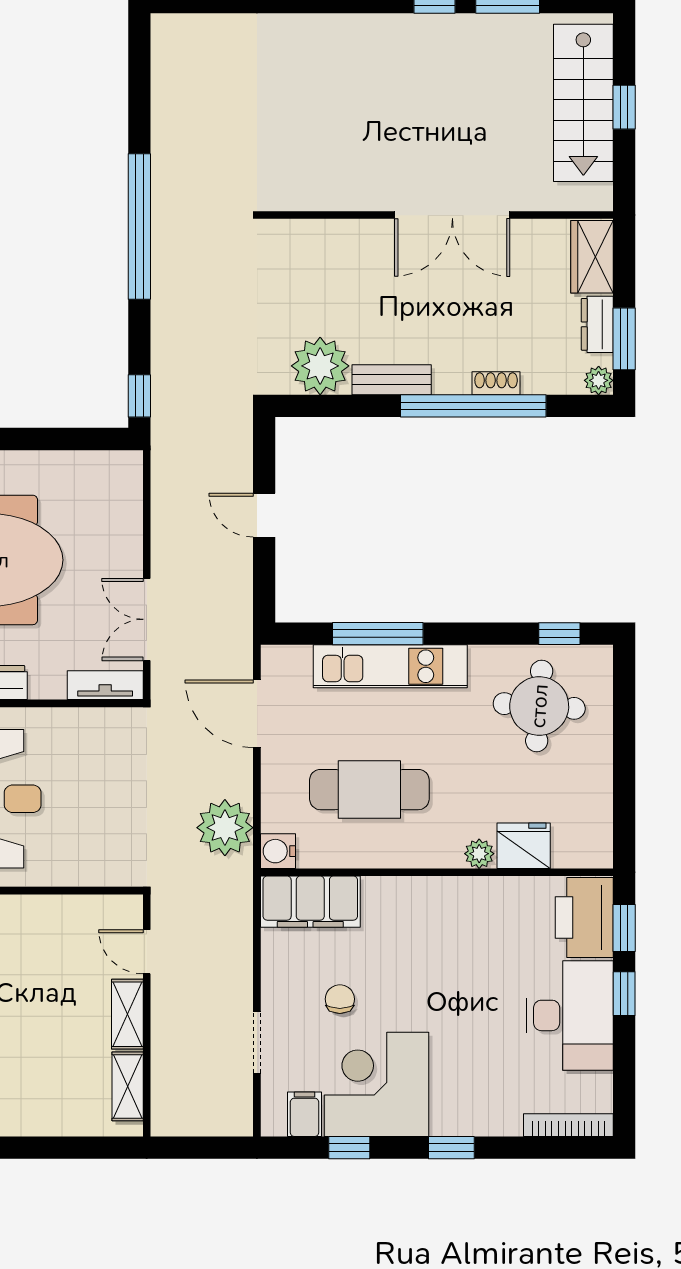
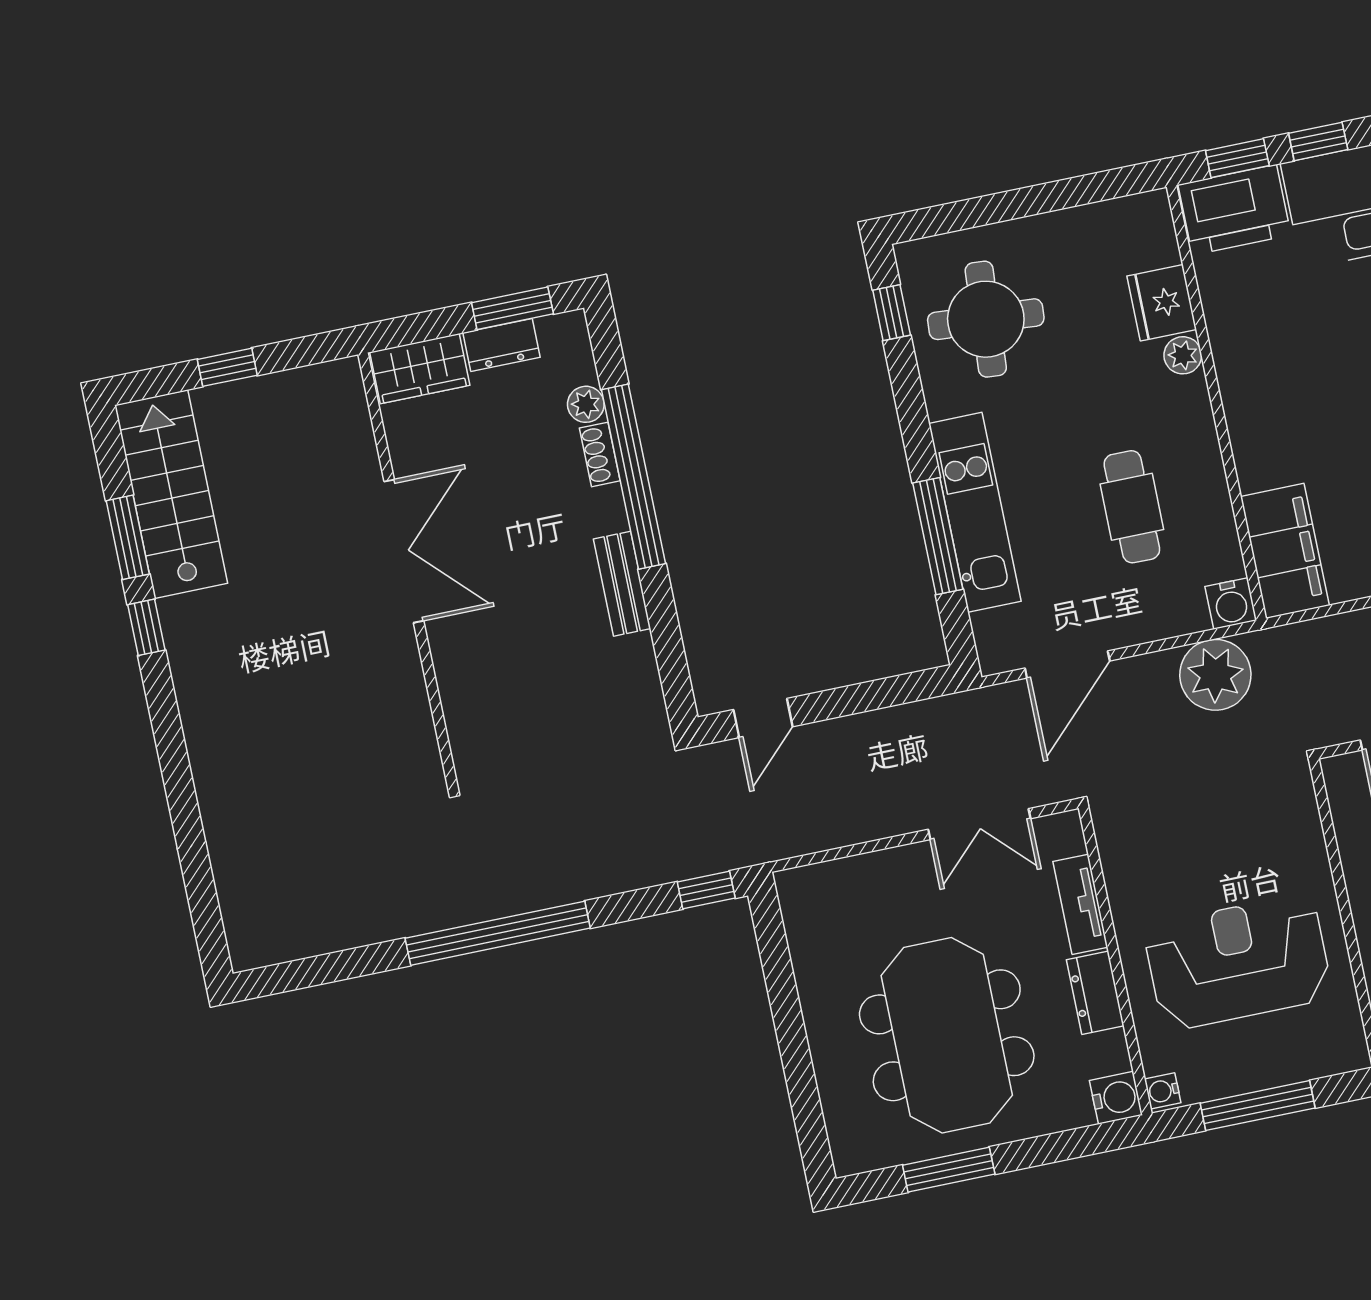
stairs: (583, 103) -> (171, 494), moved, turned -90
plant: (320, 366) -> (623, 675), removed
plant: (599, 380) -> (586, 404), moved
door: (264, 515) -> (763, 718), moved
tv unit: (105, 685) -> (1080, 904), moved
cafe table: (369, 790) -> (1132, 507), width x0.73, depth x0.74

